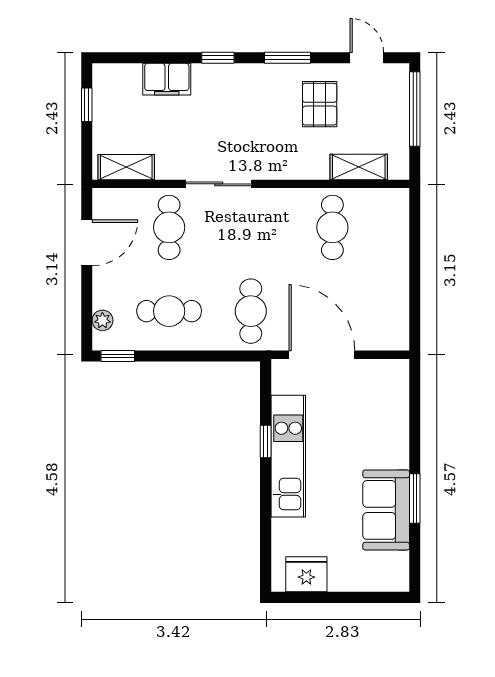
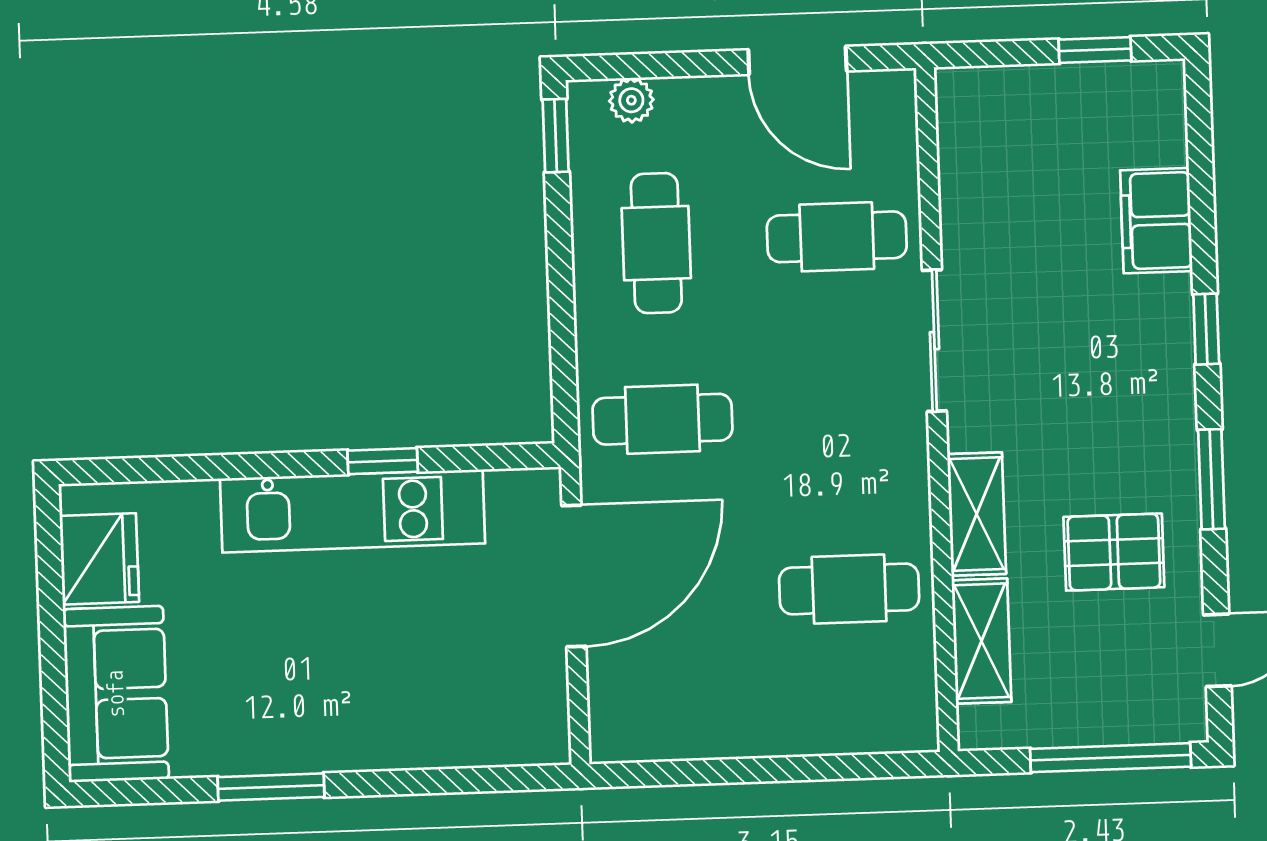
shelving: (126, 167) -> (977, 514), moved
sofa: (386, 510) -> (116, 694), moved, turned 90

